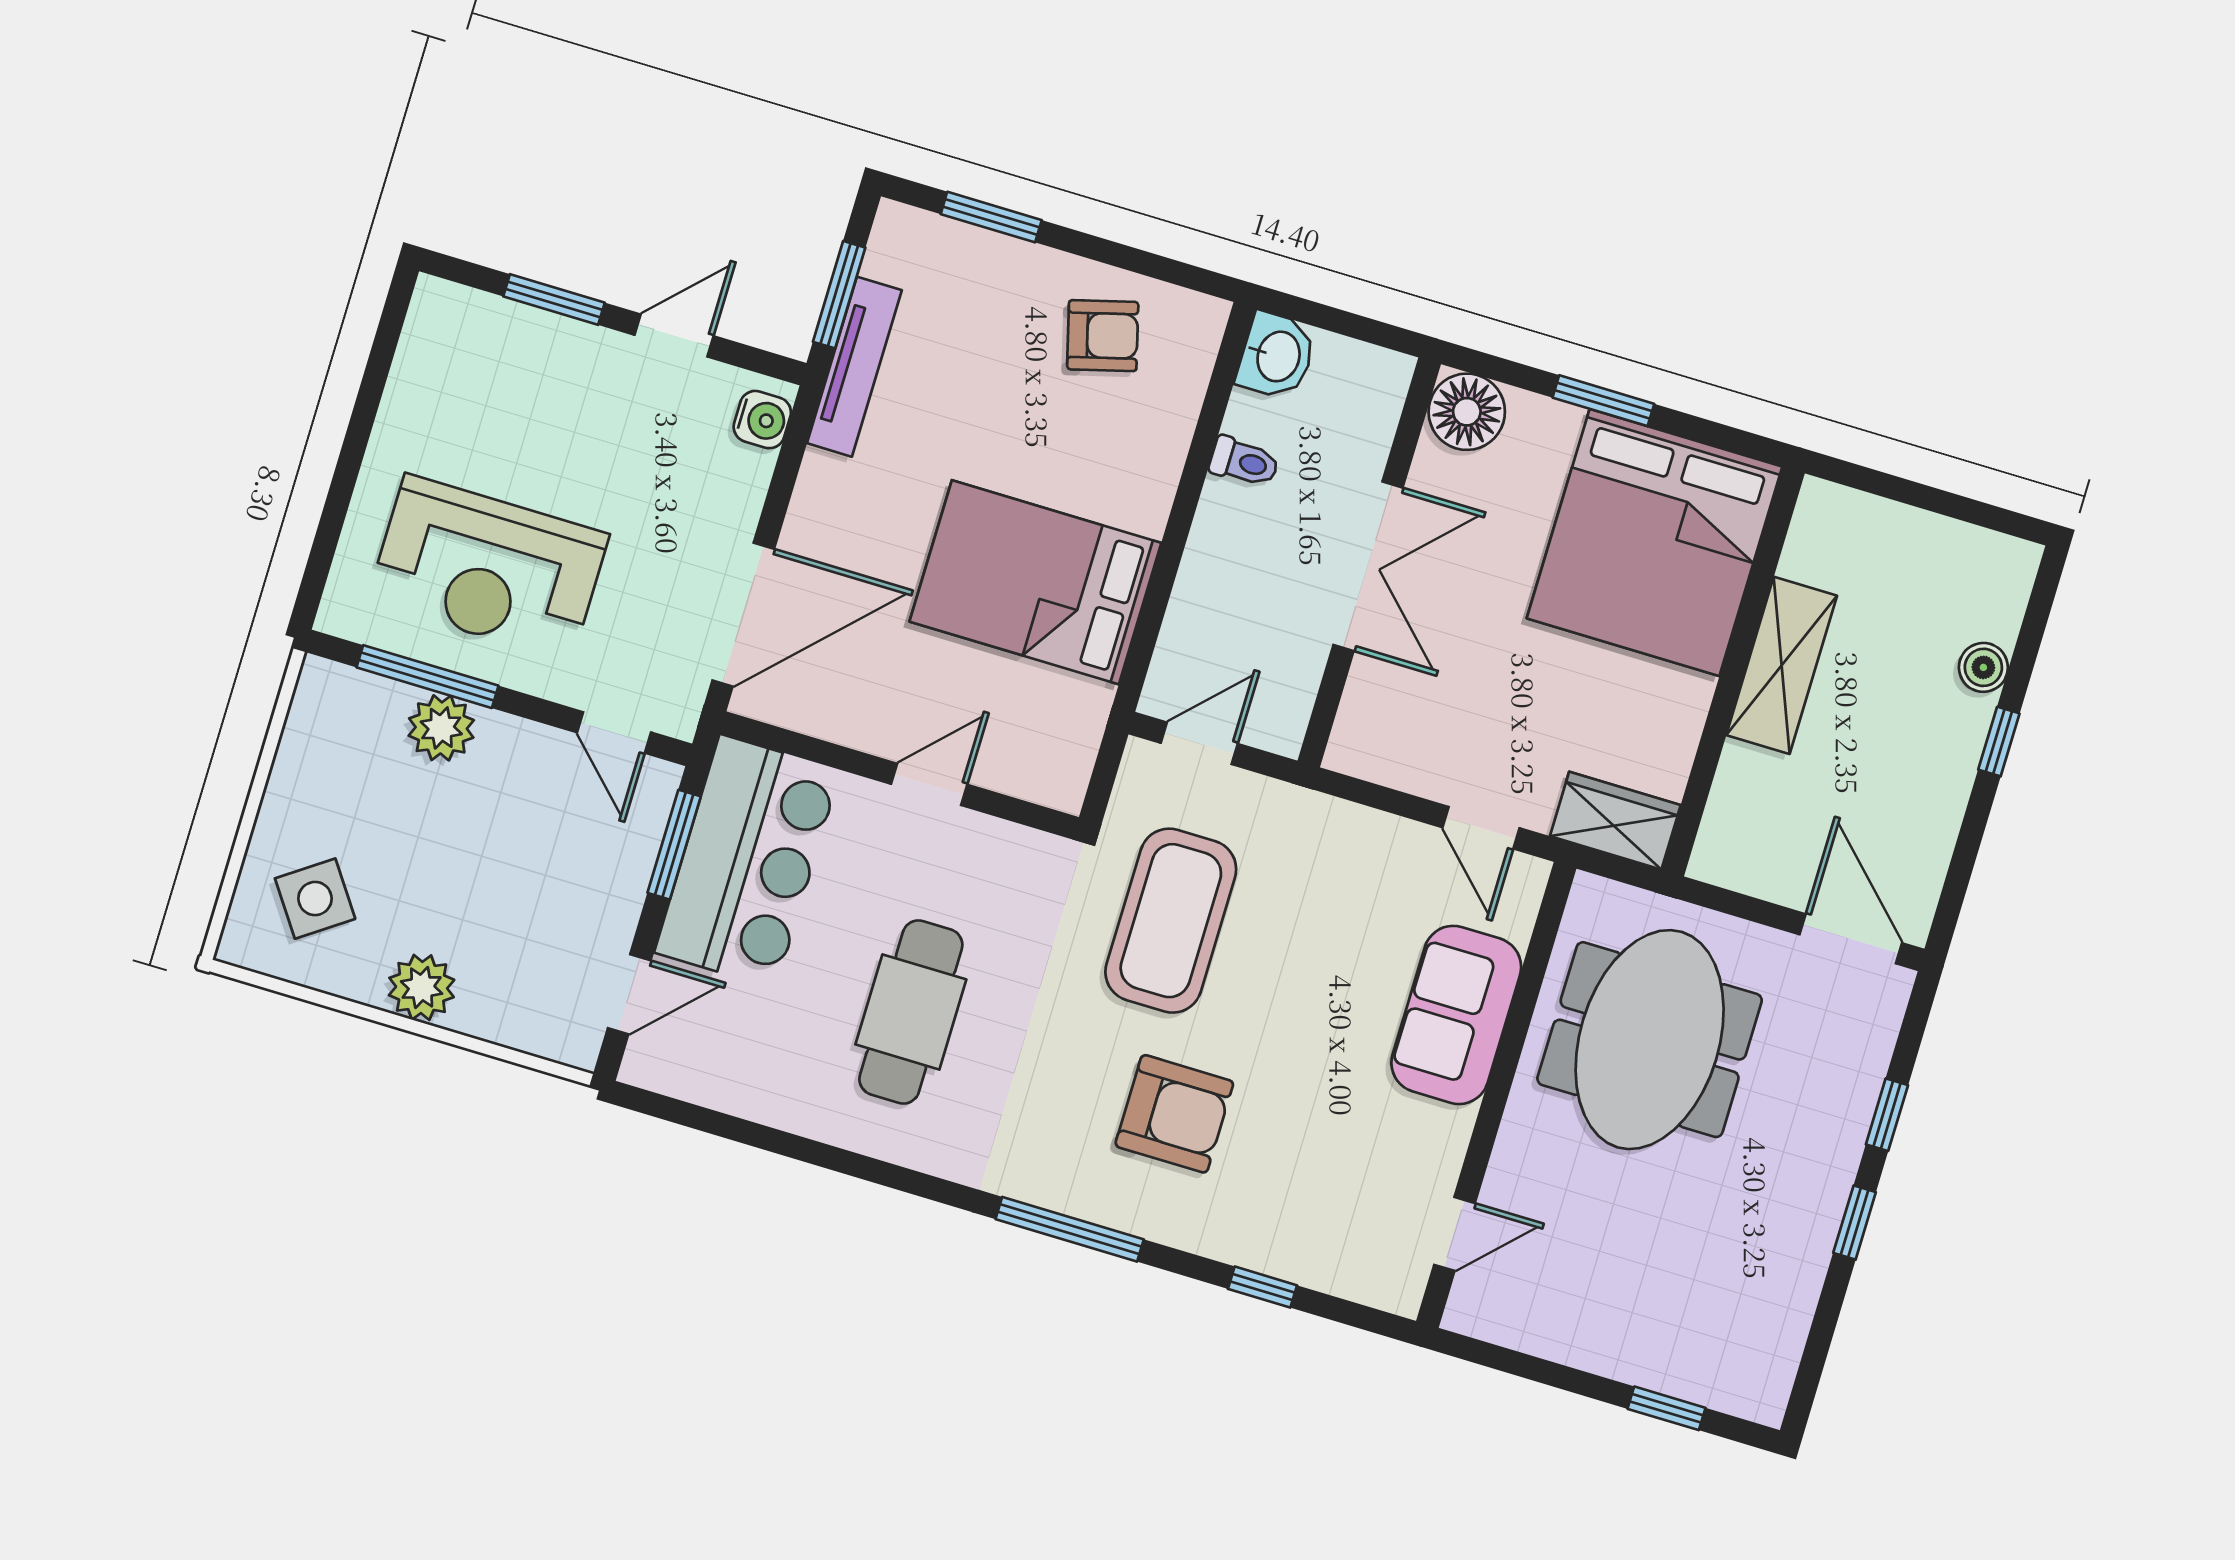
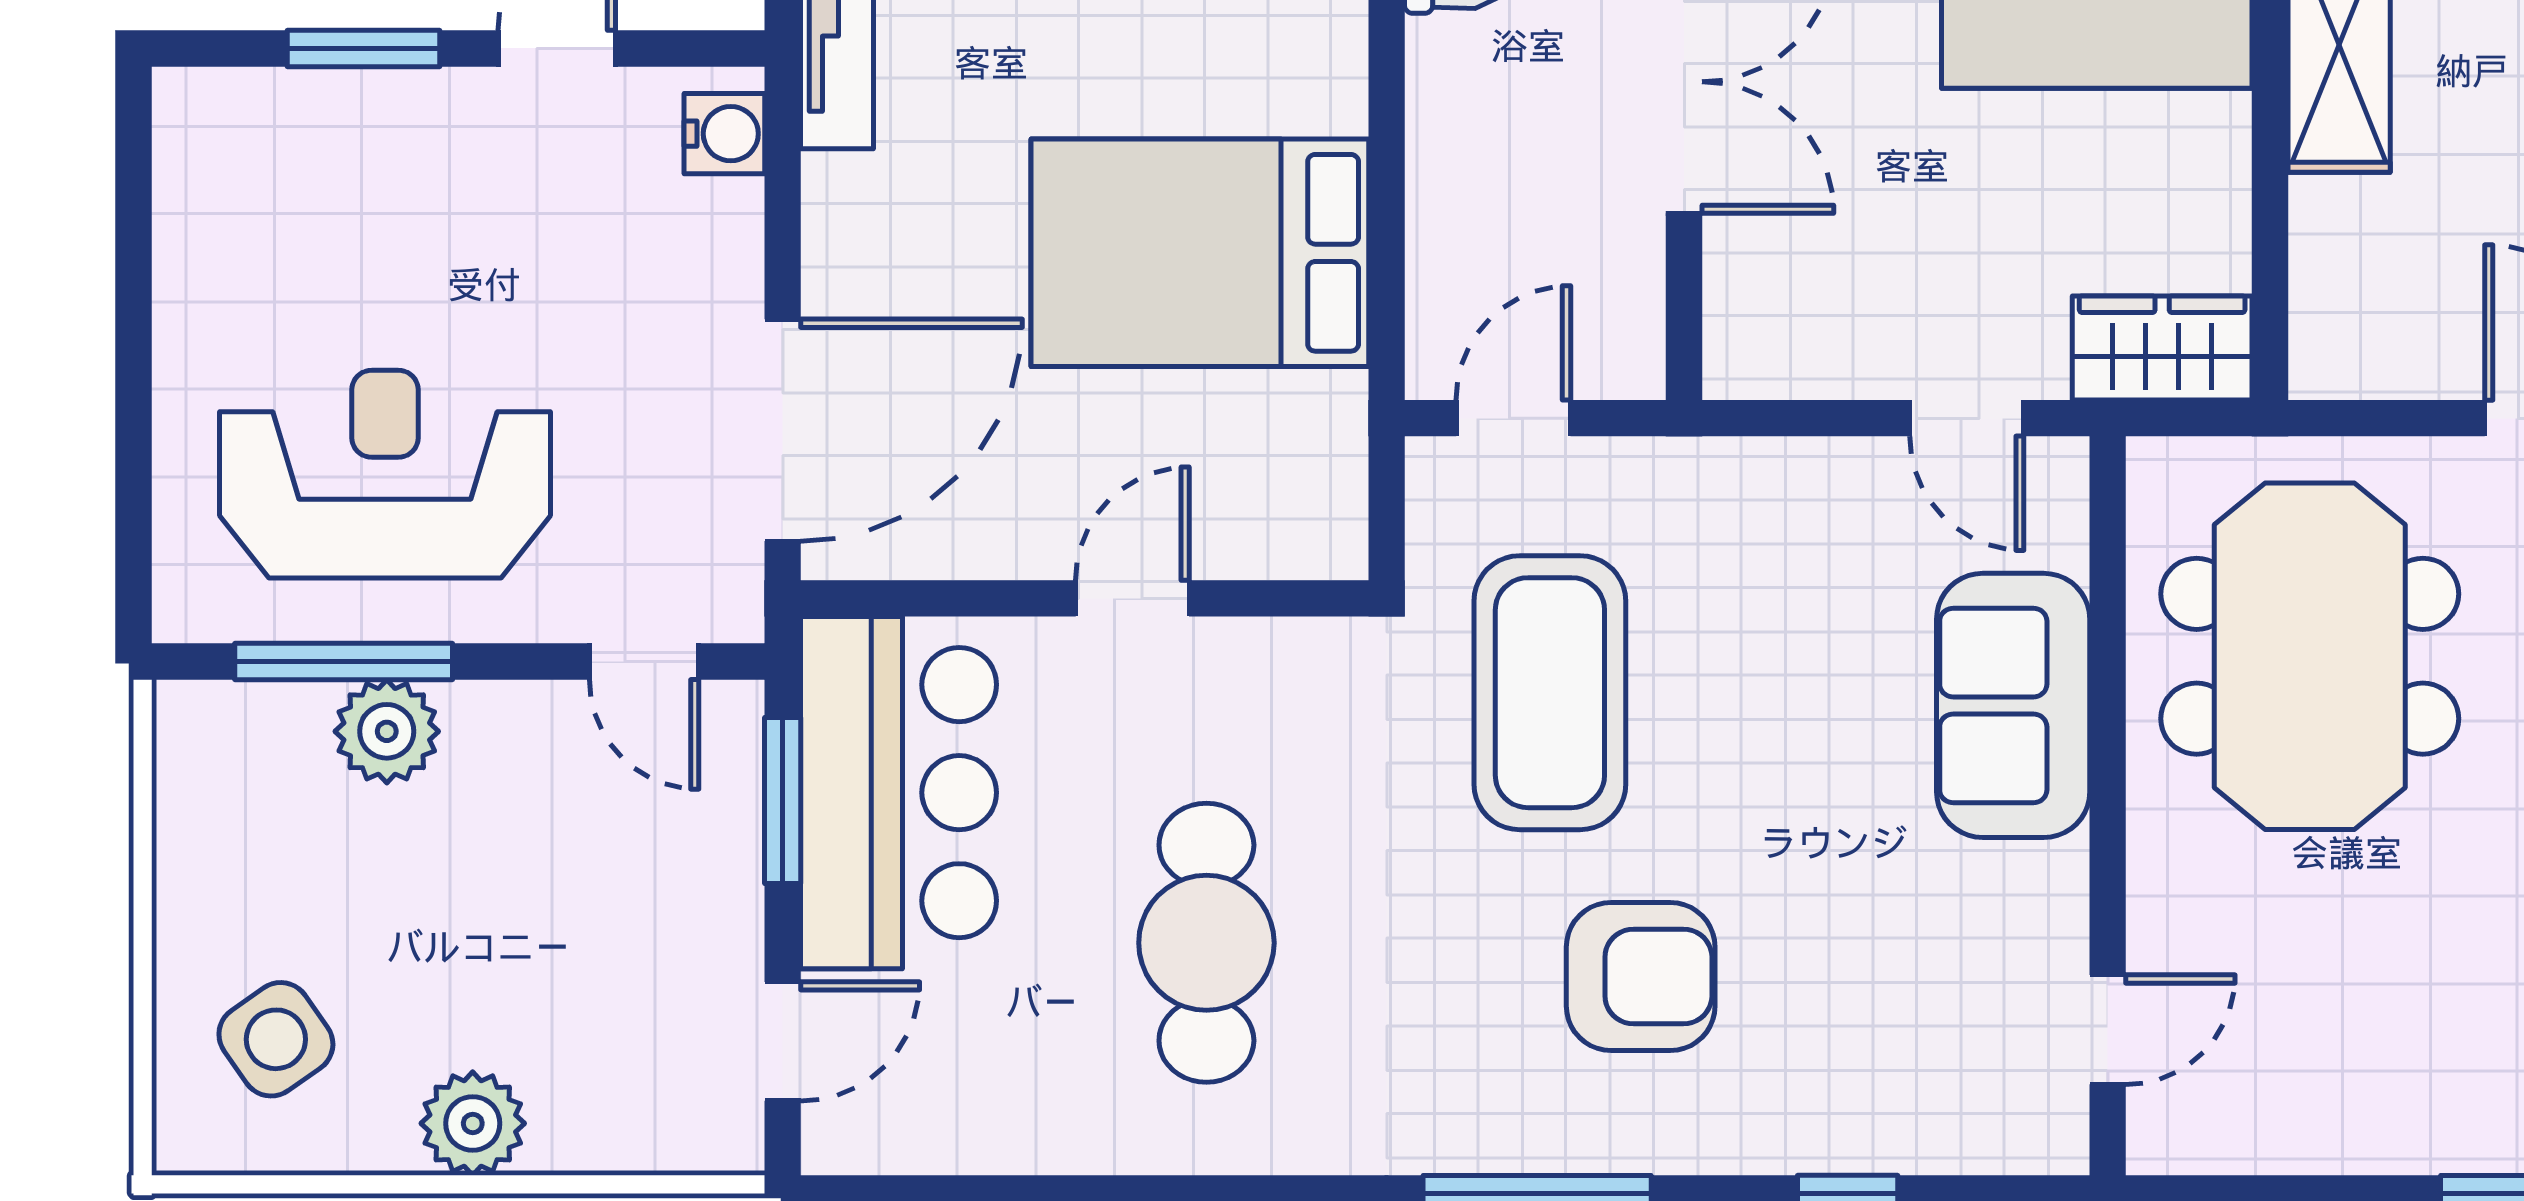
reception desk: (488, 568) -> (385, 474), turned 180

